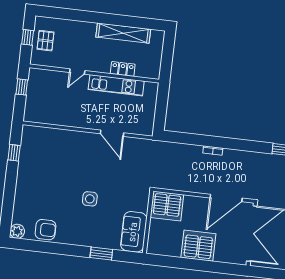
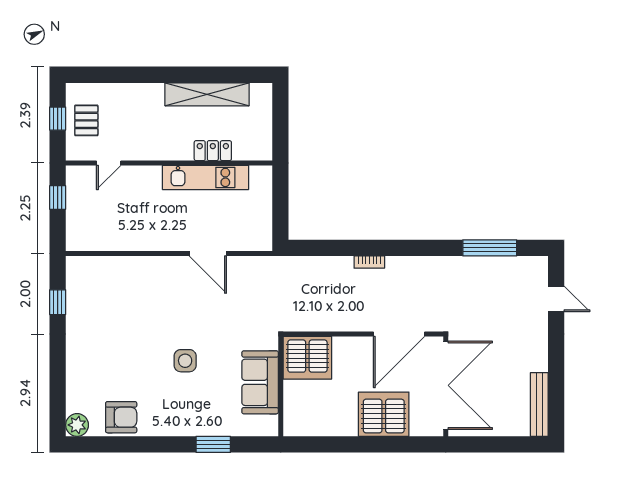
door: (77, 71) -> (109, 163), moved
sofa: (134, 232) -> (260, 382), moved
server rack: (198, 246) -> (384, 414), moved

